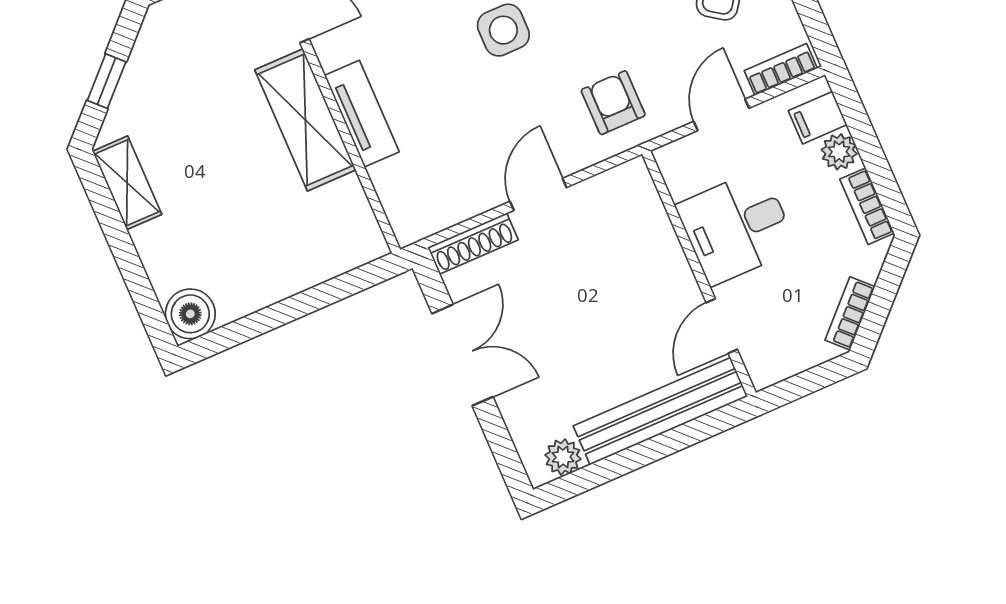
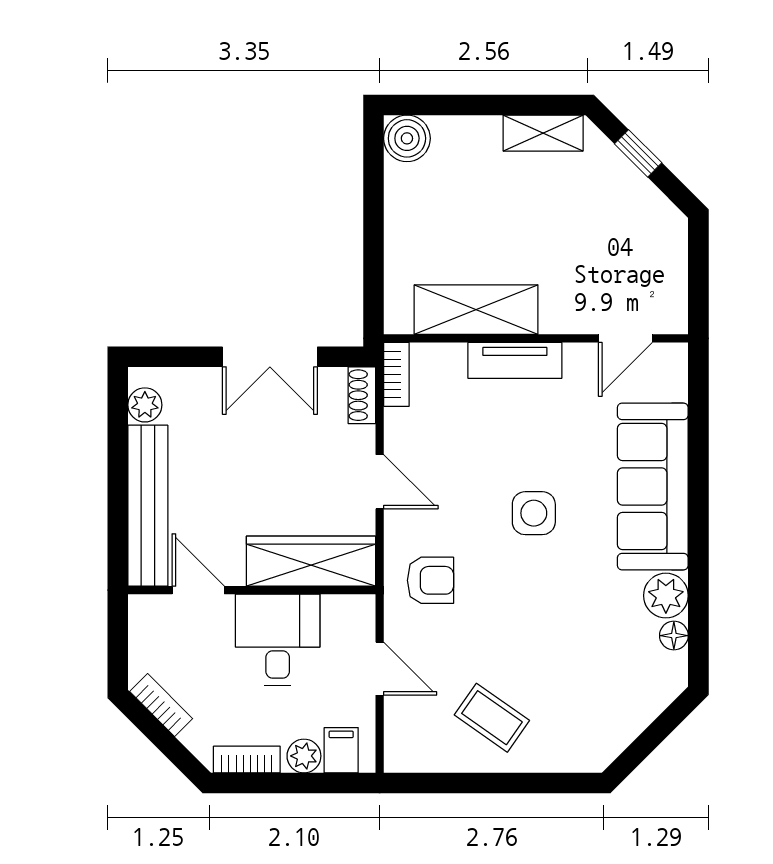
bookcase: (781, 69) -> (396, 374), moved
shelving: (305, 120) -> (476, 310), moved
wardrobe: (645, 228) -> (311, 561), added
shoe rack: (473, 244) -> (362, 395), width x0.70

